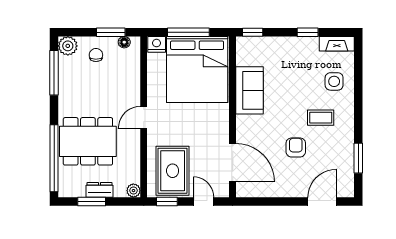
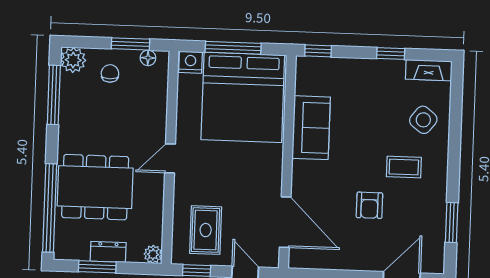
side table: (334, 81) -> (423, 120), turned 38
armchair: (296, 147) -> (369, 205), turned 180
rug: (173, 171) -> (206, 230), width x0.73, depth x0.70

